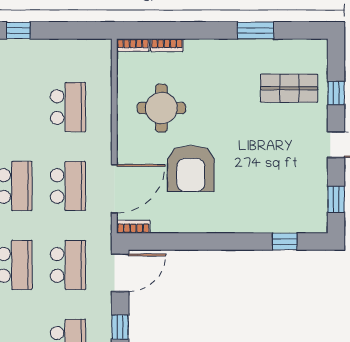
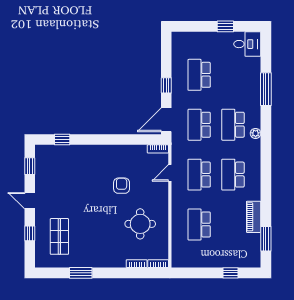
shop shelf: (289, 88) -> (59, 236), turned 90
armchair: (191, 168) -> (122, 186), width x0.53, depth x0.53
door: (114, 189) -> (170, 173), width x0.53

